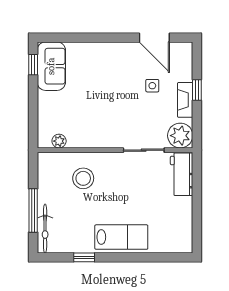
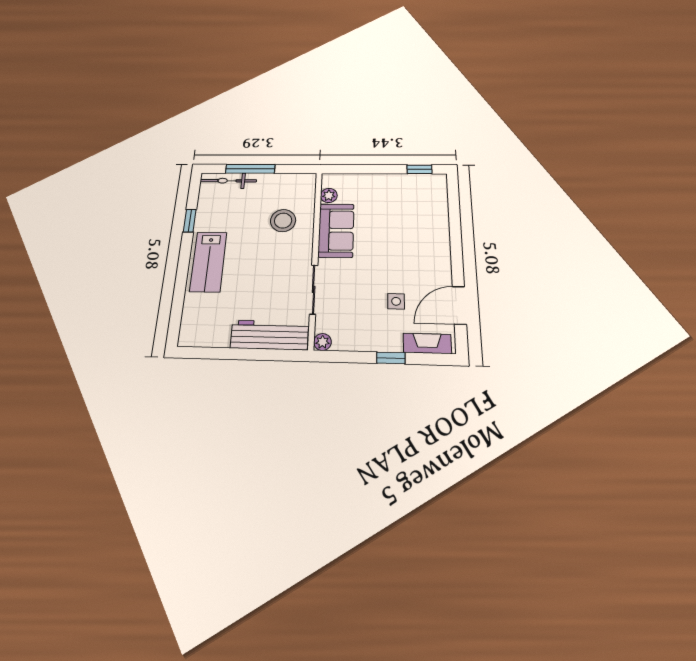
sofa: (51, 66) -> (336, 230), moved, turned -90
fireplace: (185, 100) -> (427, 343), moved
plant: (180, 136) -> (322, 342), width x0.53, depth x0.53
workbench: (182, 174) -> (269, 335), width x1.38

